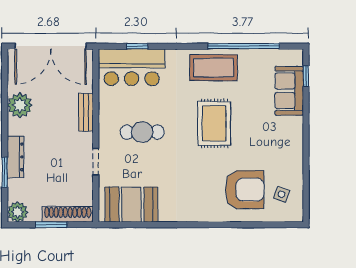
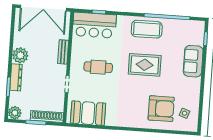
sofa: (289, 91) -> (193, 61), moved
plant: (20, 105) -> (20, 55), moved
rug: (214, 123) -> (145, 65), turned 90

